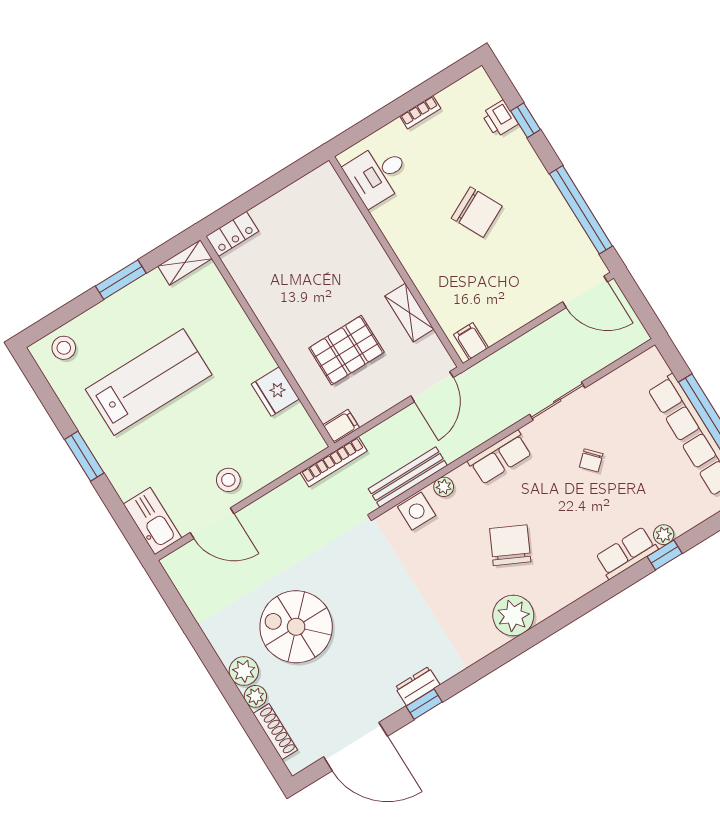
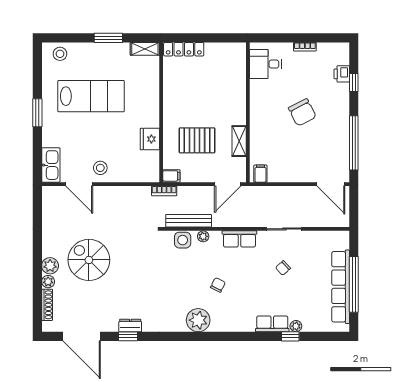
locker: (232, 234) -> (184, 49), width x1.53
bookcase: (334, 462) -> (164, 191), width x0.64
chair: (510, 545) -> (218, 285), width x0.54, depth x0.54

